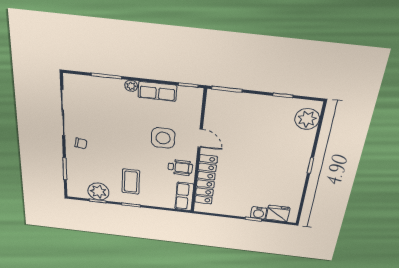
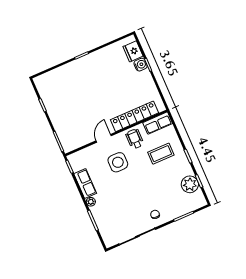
plant: (307, 119) -> (50, 80), removed
coffee table: (131, 182) -> (161, 154), moved

